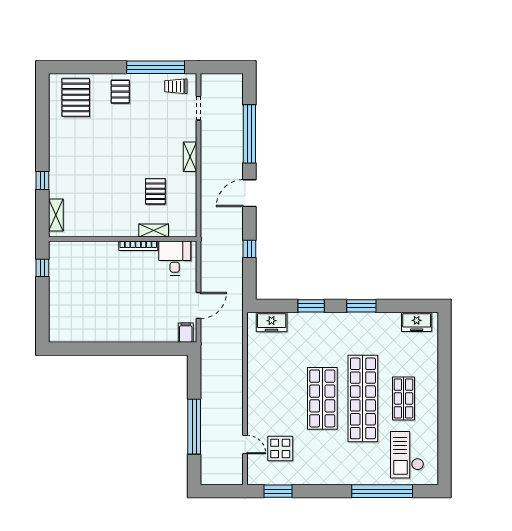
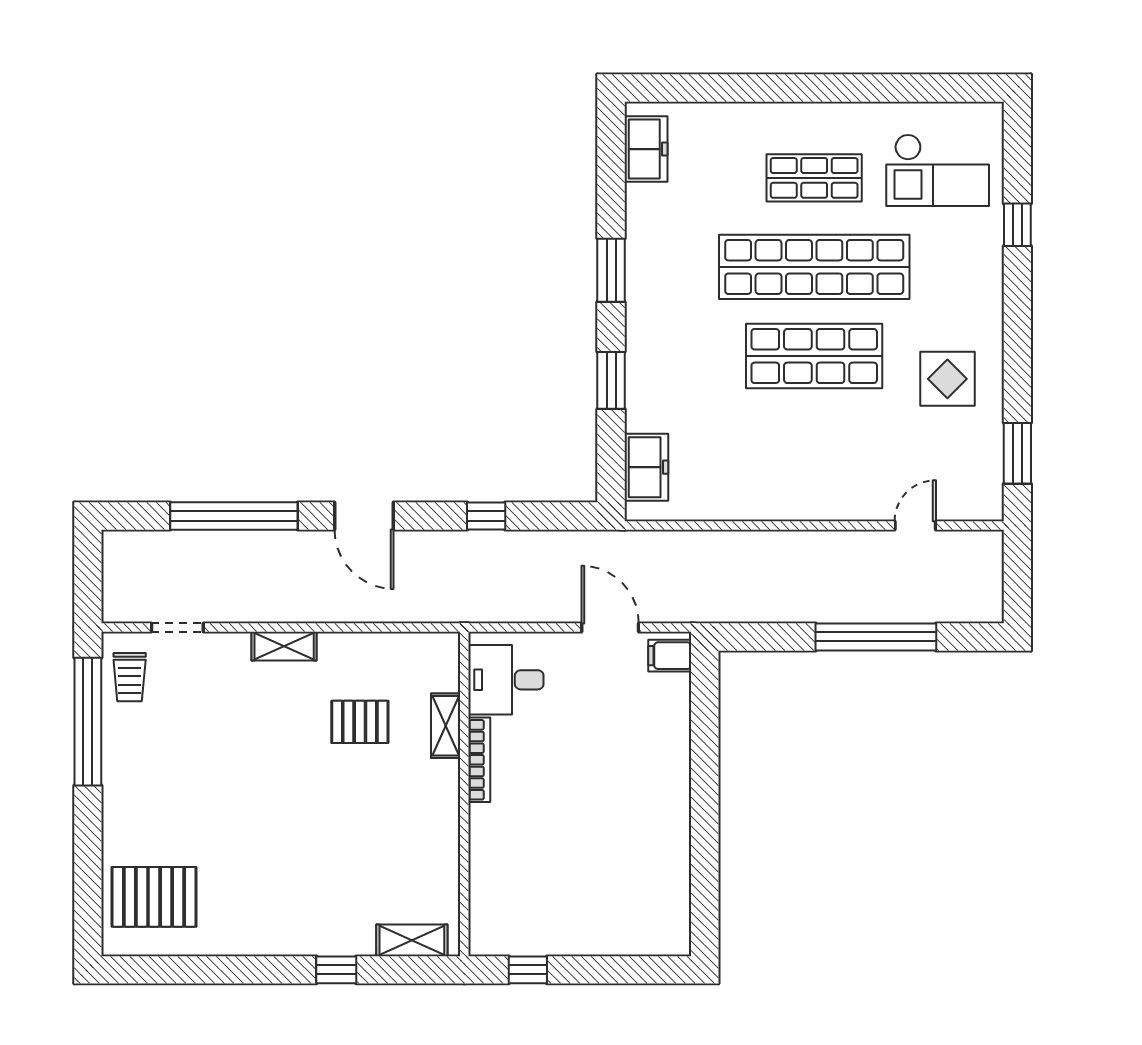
pallet: (120, 92) -> (141, 799), removed
display table: (280, 448) -> (947, 379), moved
window: (382, 491) -> (1017, 225), width x0.32

